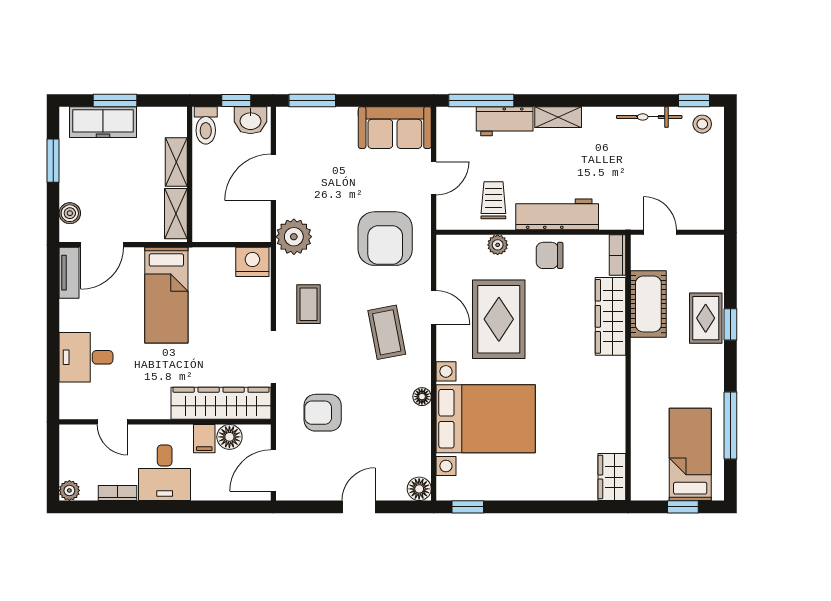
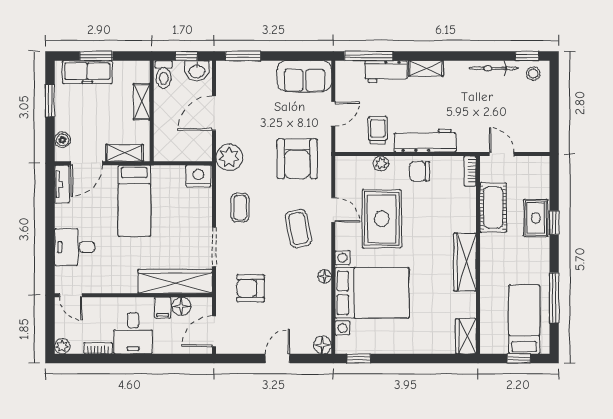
shelving: (176, 214) -> (125, 153), moved, turned 90
wardrobe: (611, 316) -> (465, 262), moved
door: (112, 422) -> (71, 295), moved

